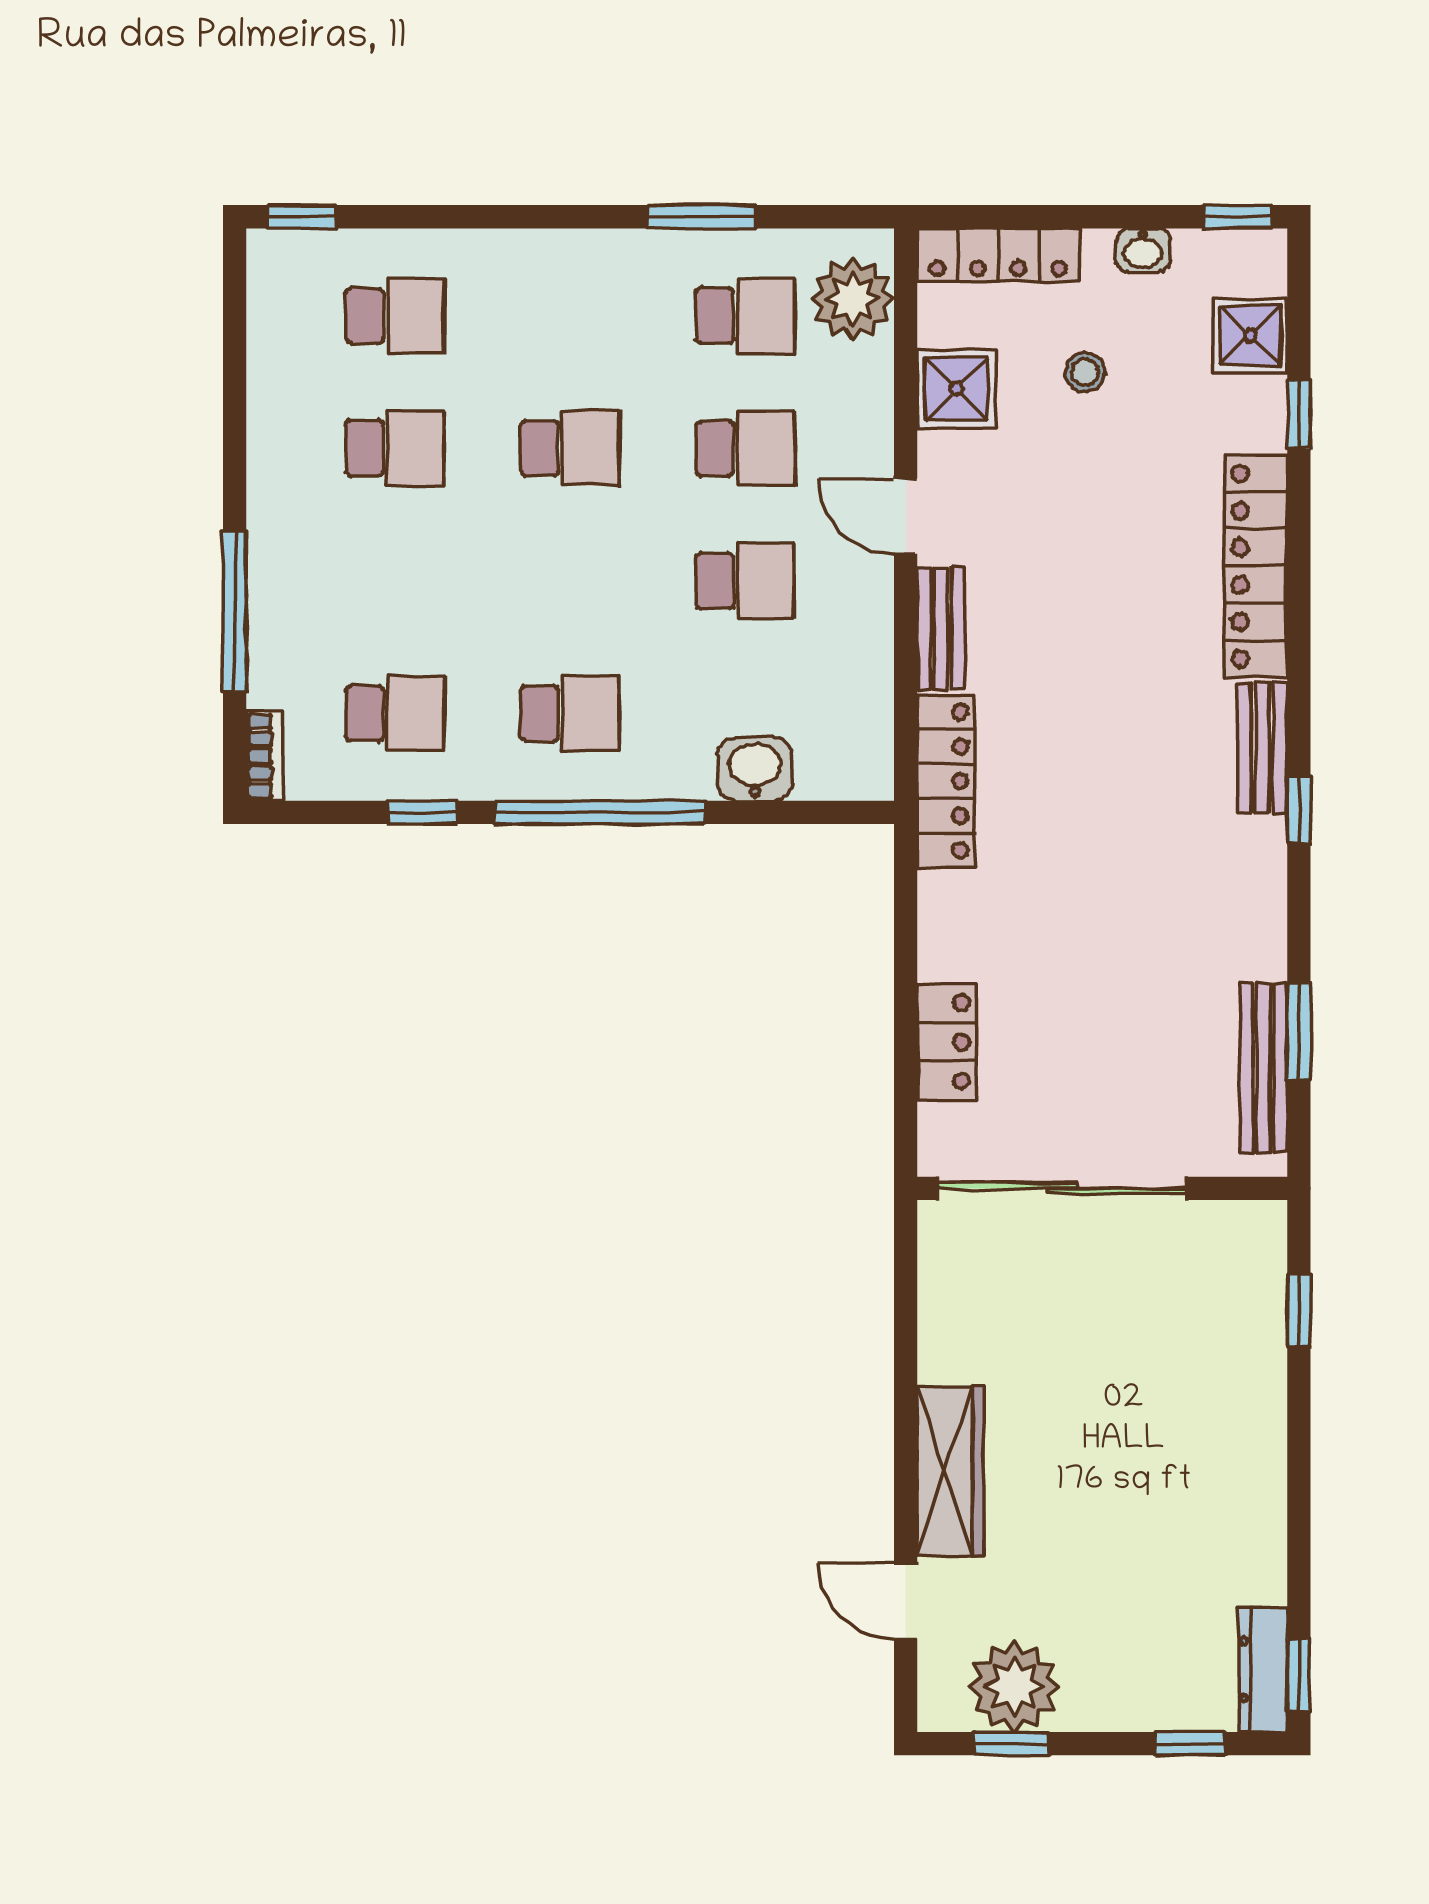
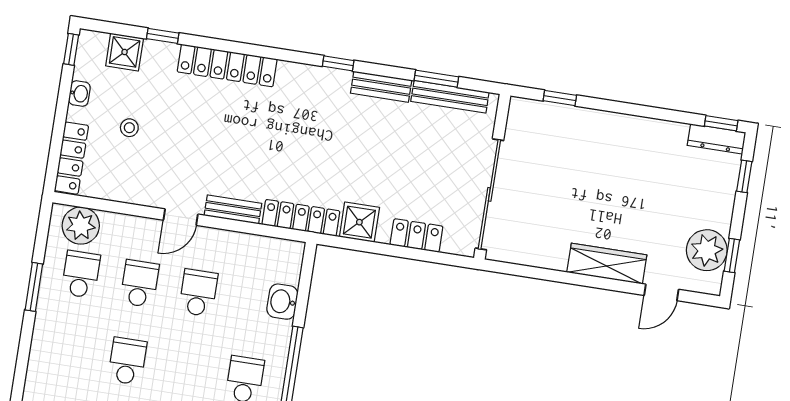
shower: (956, 389) -> (359, 222), moved
bench: (1262, 748) -> (381, 87), moved

